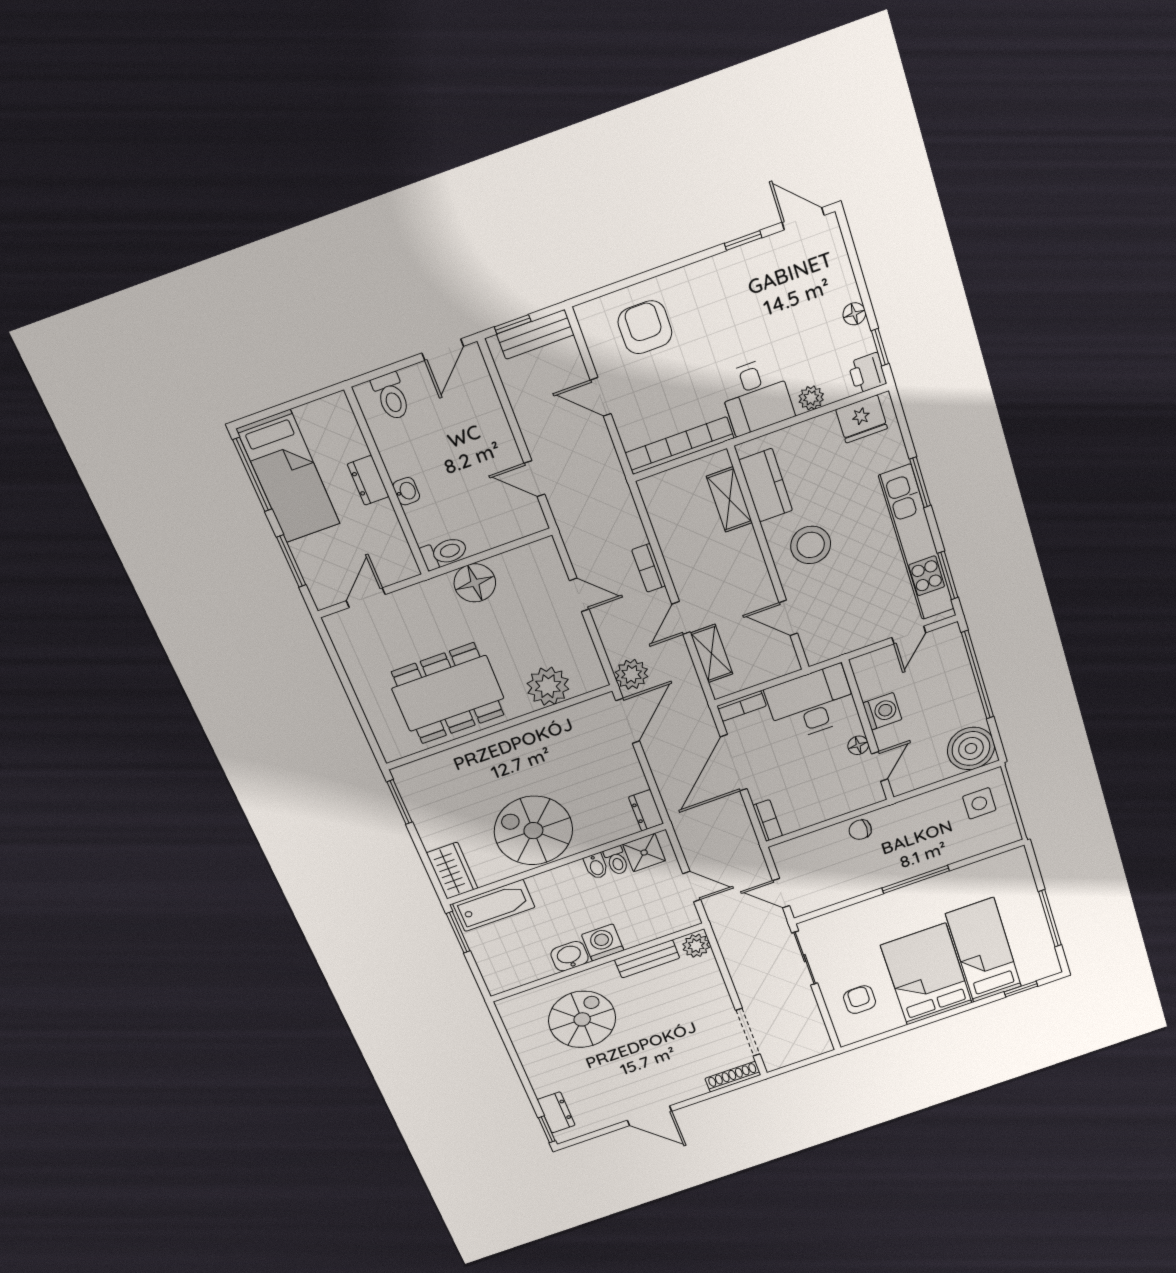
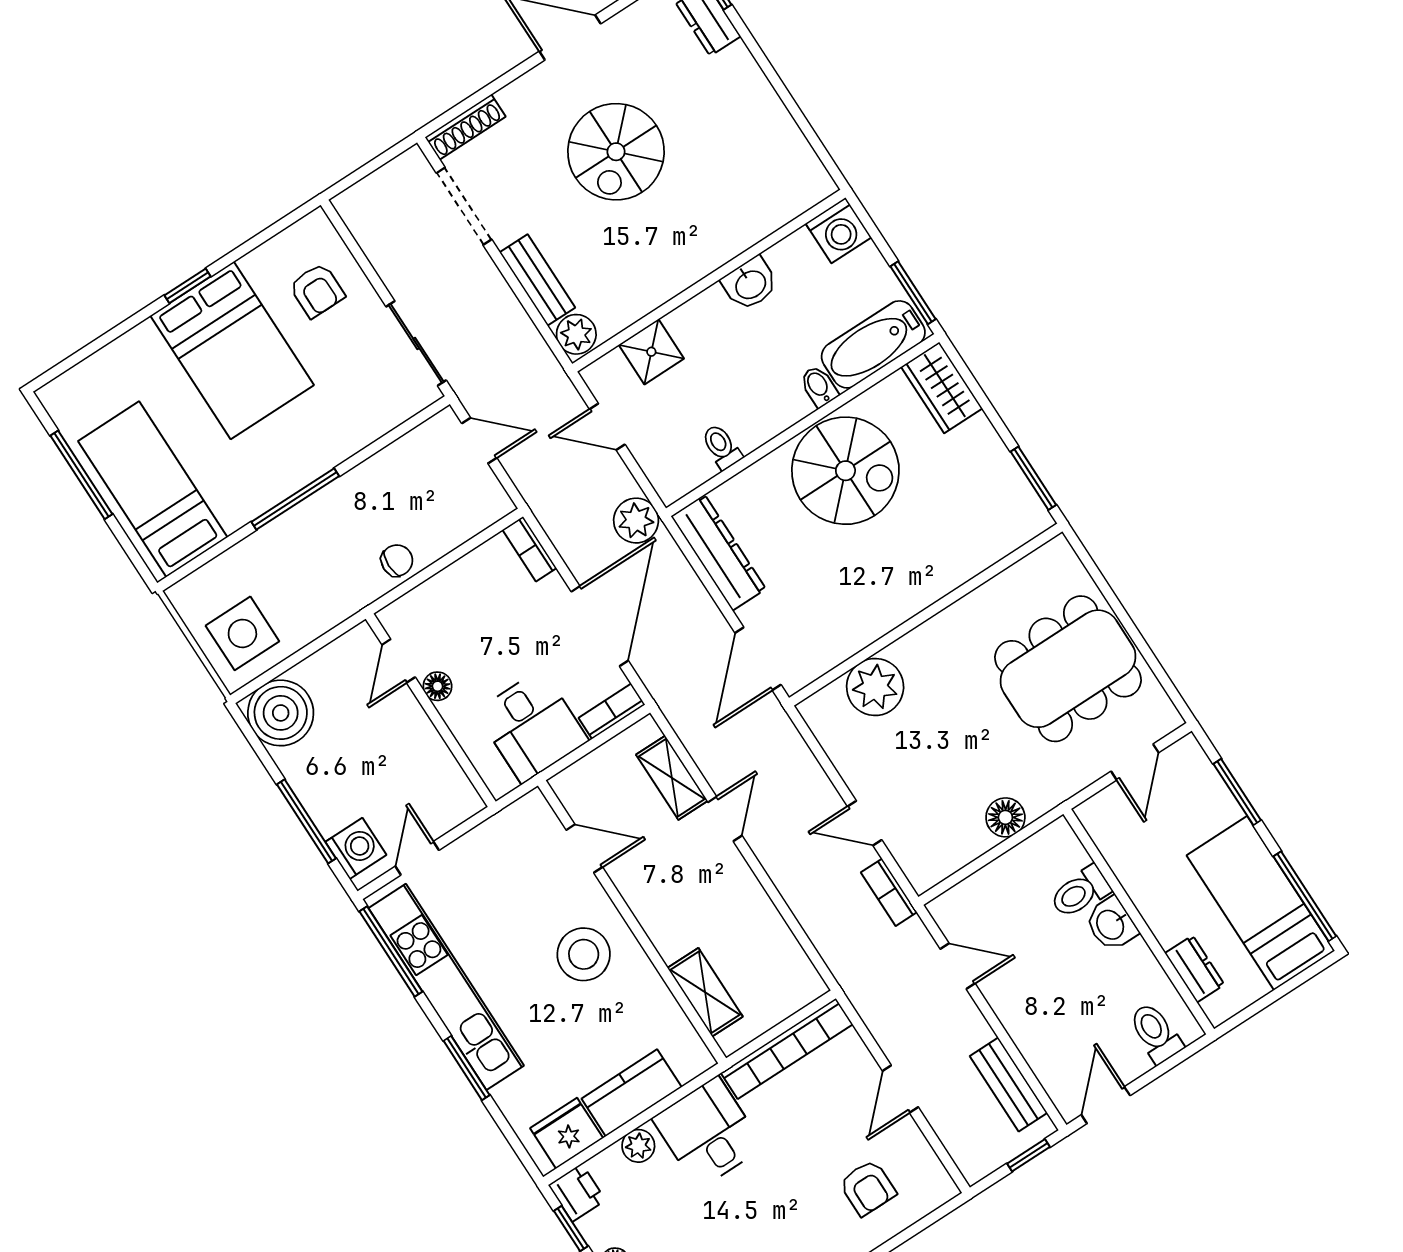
armchair: (645, 327) -> (868, 1188), width x0.72, depth x0.72
bench: (535, 334) -> (1008, 1085), moved, turned 90
door: (601, 397) -> (900, 1089), swing flipped
dresser: (368, 480) -> (1195, 969), moved
kitchen counter: (766, 485) -> (632, 1093), moved, turned 90
washbasin: (406, 491) -> (1111, 924), width x1.38, depth x1.45
toilet: (444, 553) -> (1080, 892), moved
bookcase: (649, 568) -> (889, 892), moved, turned 180
window: (948, 575) -> (391, 951), width x1.44
floor lamp: (475, 583) -> (1005, 817), width x0.73, depth x0.73
plant: (631, 674) -> (636, 521), moved
window: (977, 675) -> (306, 821), width x0.68
dining table: (448, 693) -> (1068, 669), moved
desk: (811, 703) -> (532, 726), width x0.73
washing machine: (882, 711) -> (356, 848), moved, turned 180
side table: (979, 803) -> (242, 633), width x1.37, depth x1.37
dresser: (646, 810) -> (719, 553), width x1.96, depth x1.24
shower: (644, 853) -> (651, 352), moved
bidet: (596, 866) -> (819, 386), moved
washing machine: (603, 942) -> (838, 230), moved
bed: (984, 950) -> (153, 489), moved, turned 180
bench: (647, 959) -> (537, 280), moved, turned 90
window: (1021, 989) -> (188, 286), moved
spiral stairs: (582, 1019) -> (616, 152), moved

